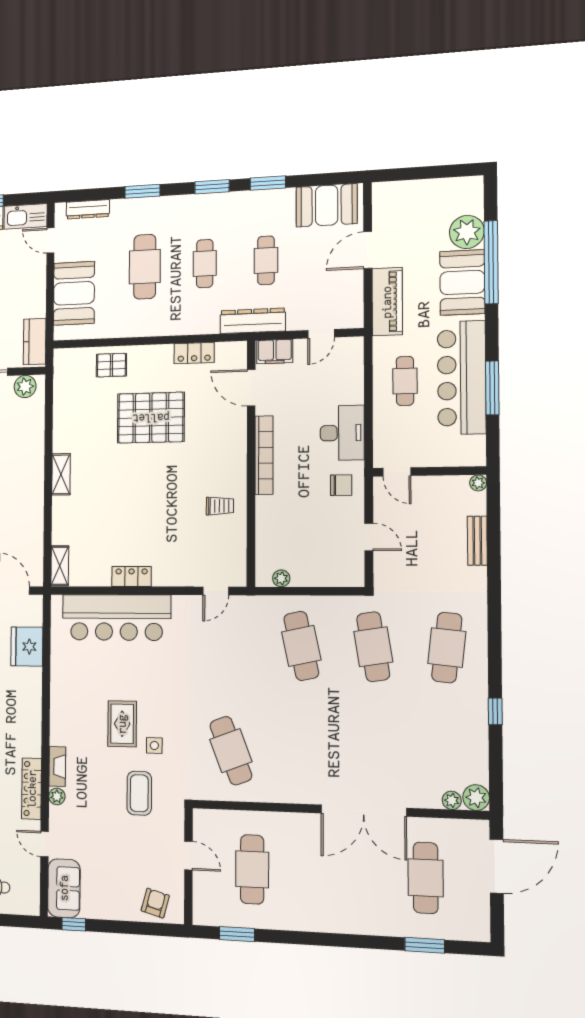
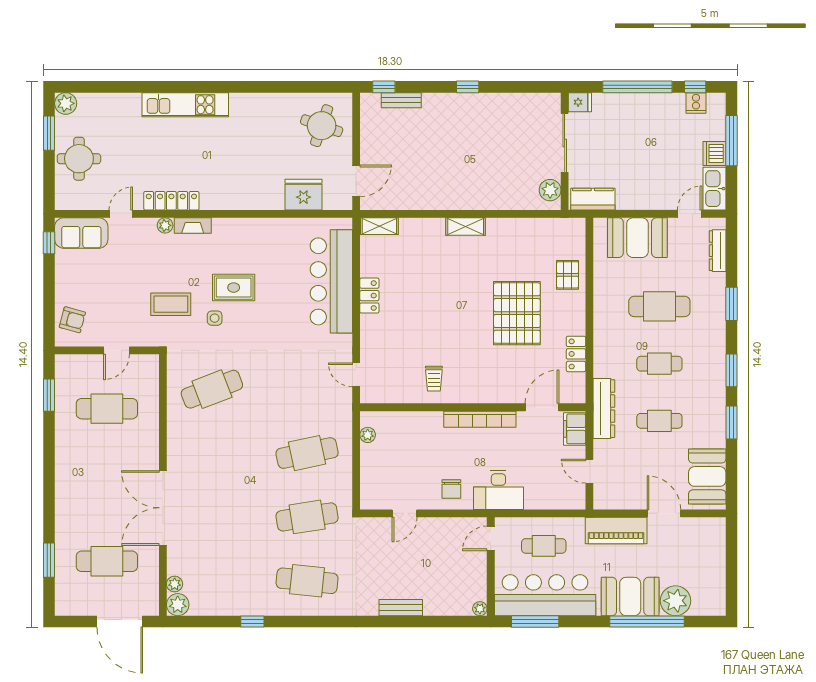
wall: (429, 471) -> (491, 566), moved
door: (397, 472) -> (491, 538), moved
plant: (478, 483) -> (480, 609), moved

